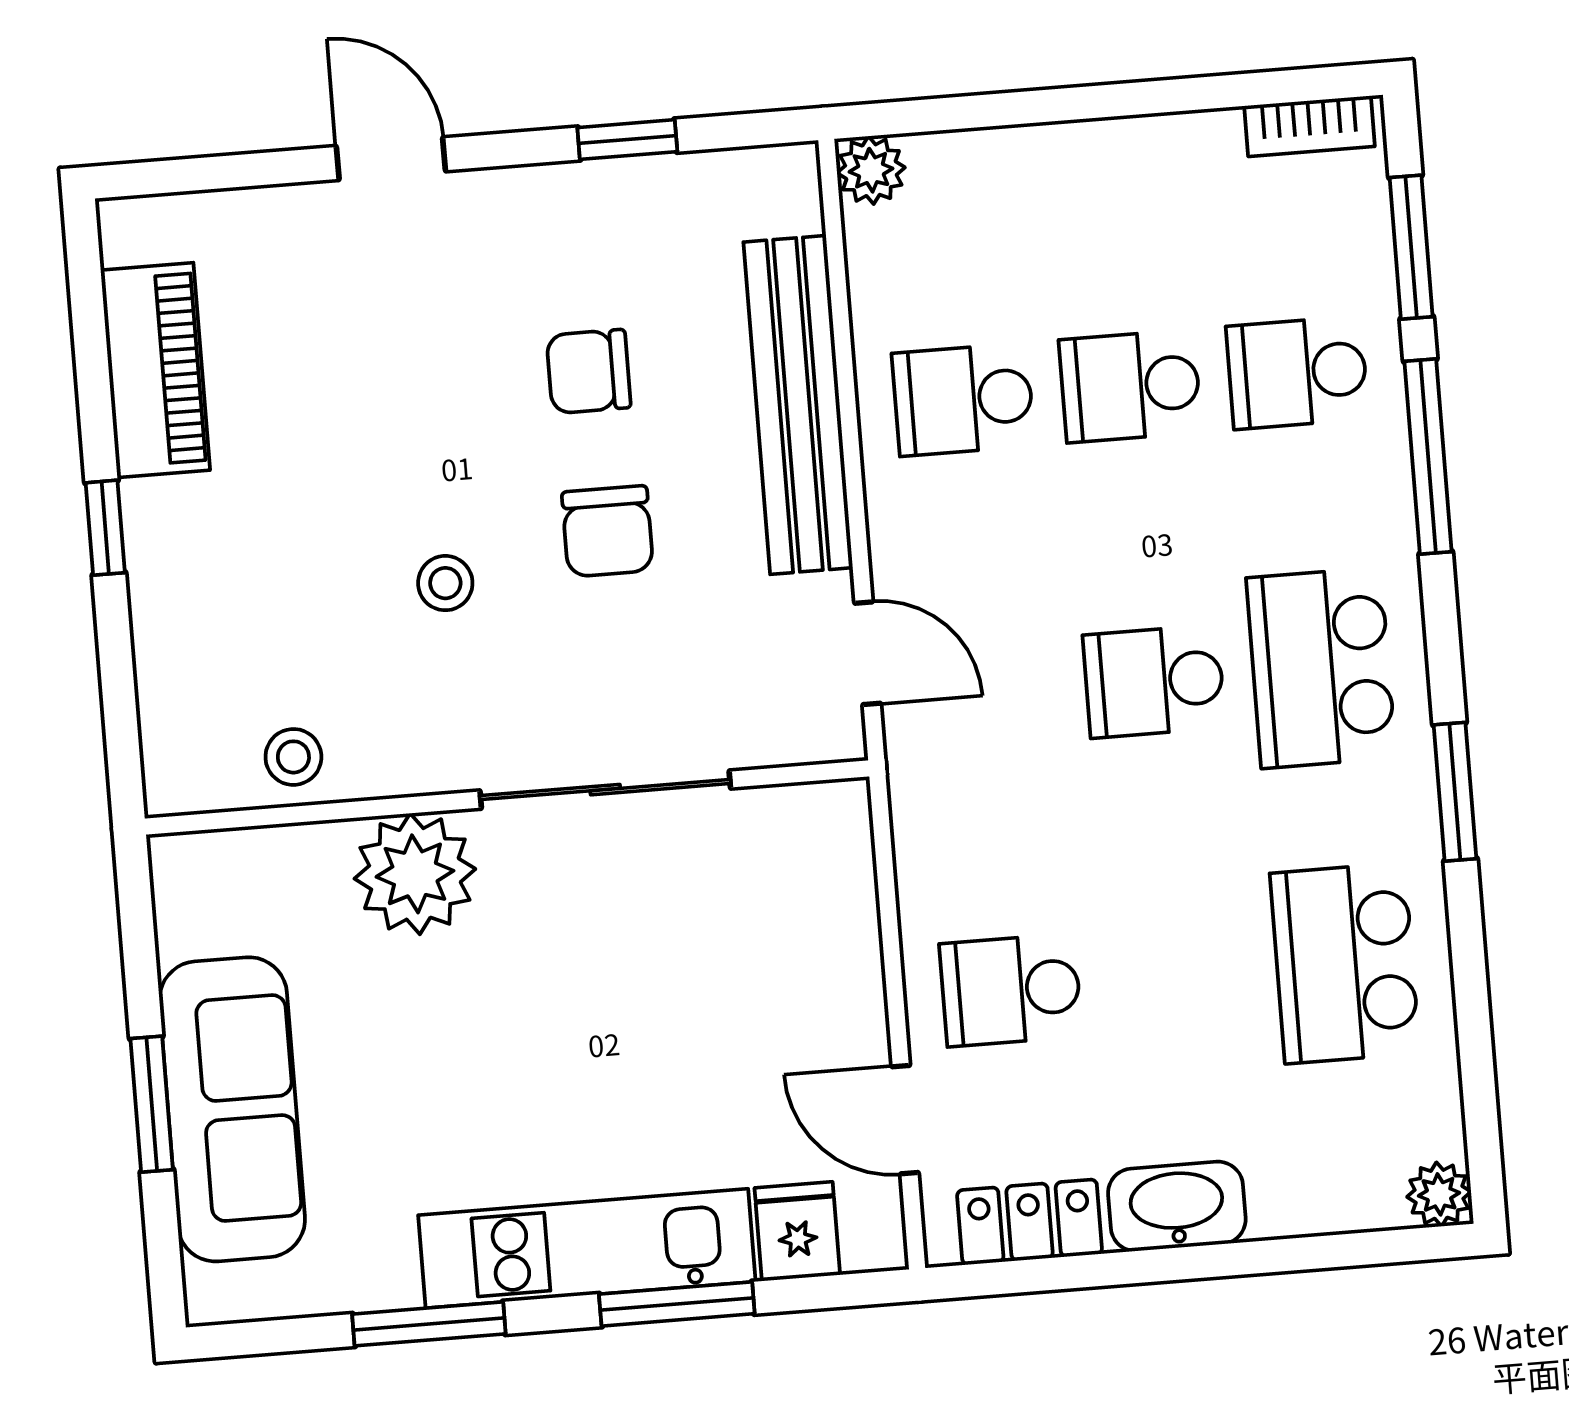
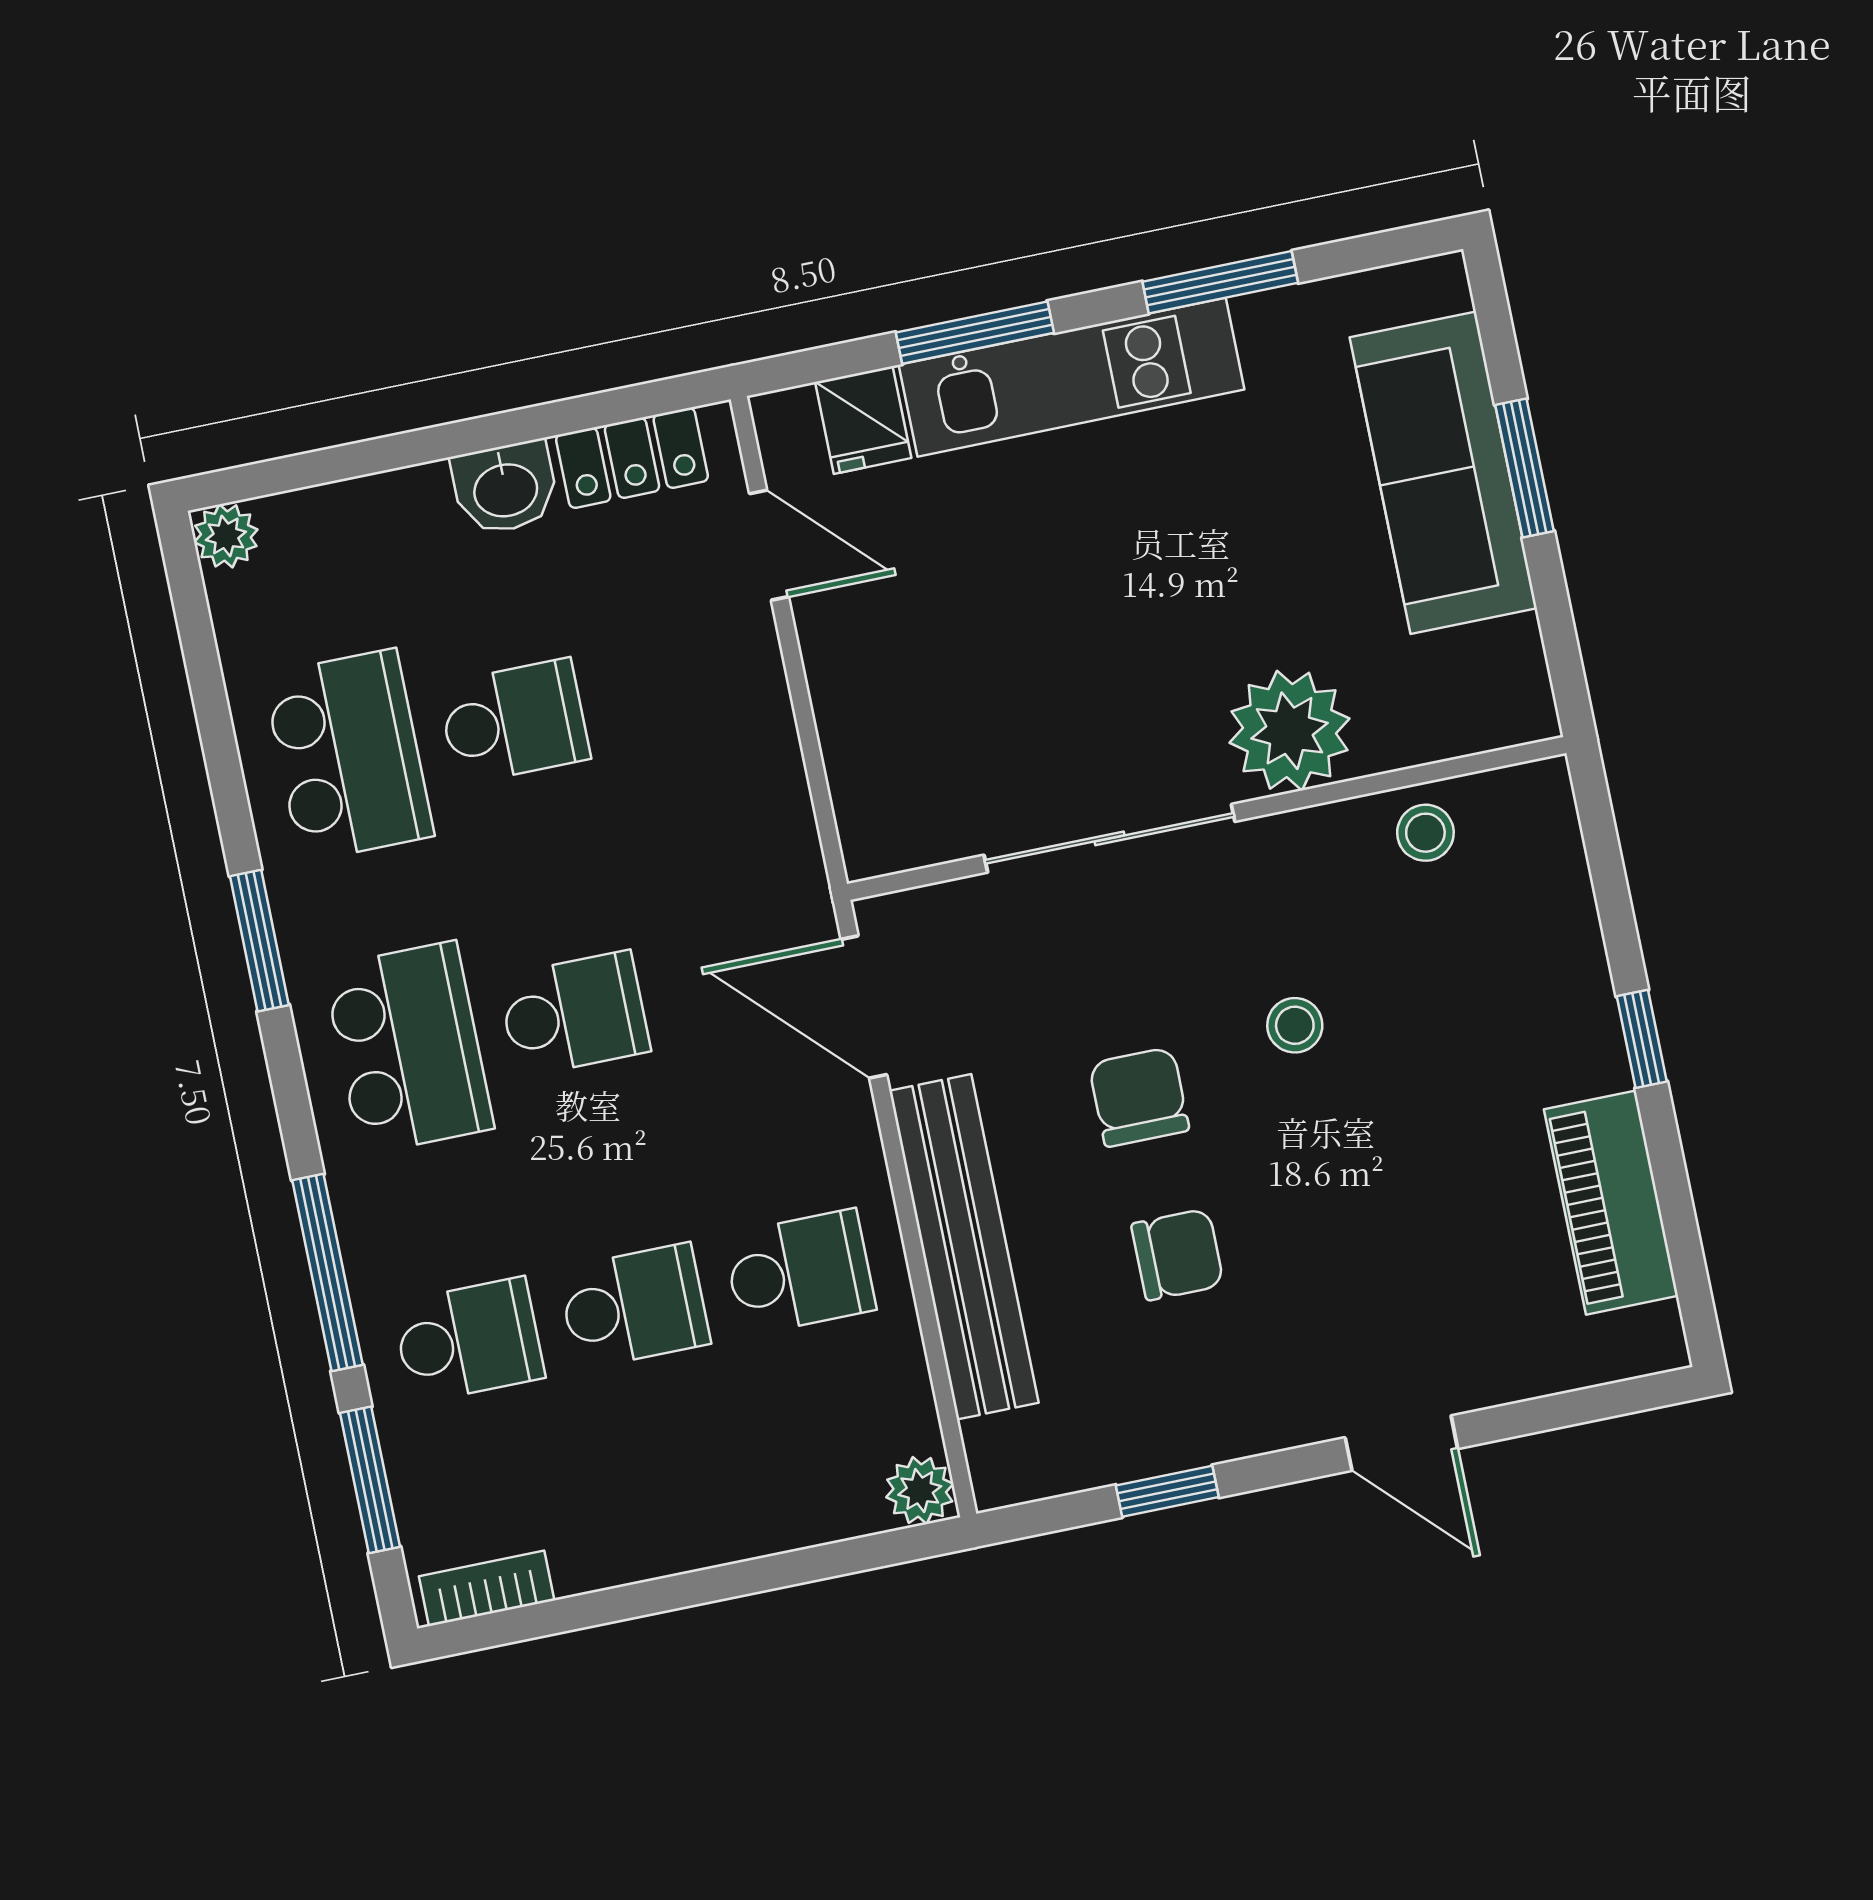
door: (868, 653) -> (864, 1007), width x1.38
school desk: (1011, 990) -> (514, 722), moved
washbasin: (1177, 1206) -> (505, 488), width x0.72

